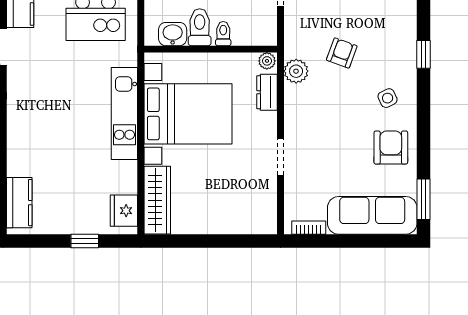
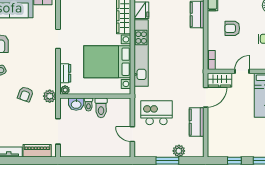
washbasin: (173, 34) -> (76, 104), moved
plant: (296, 71) -> (50, 96), moved
kitchen unit: (124, 114) -> (141, 53), width x1.36

